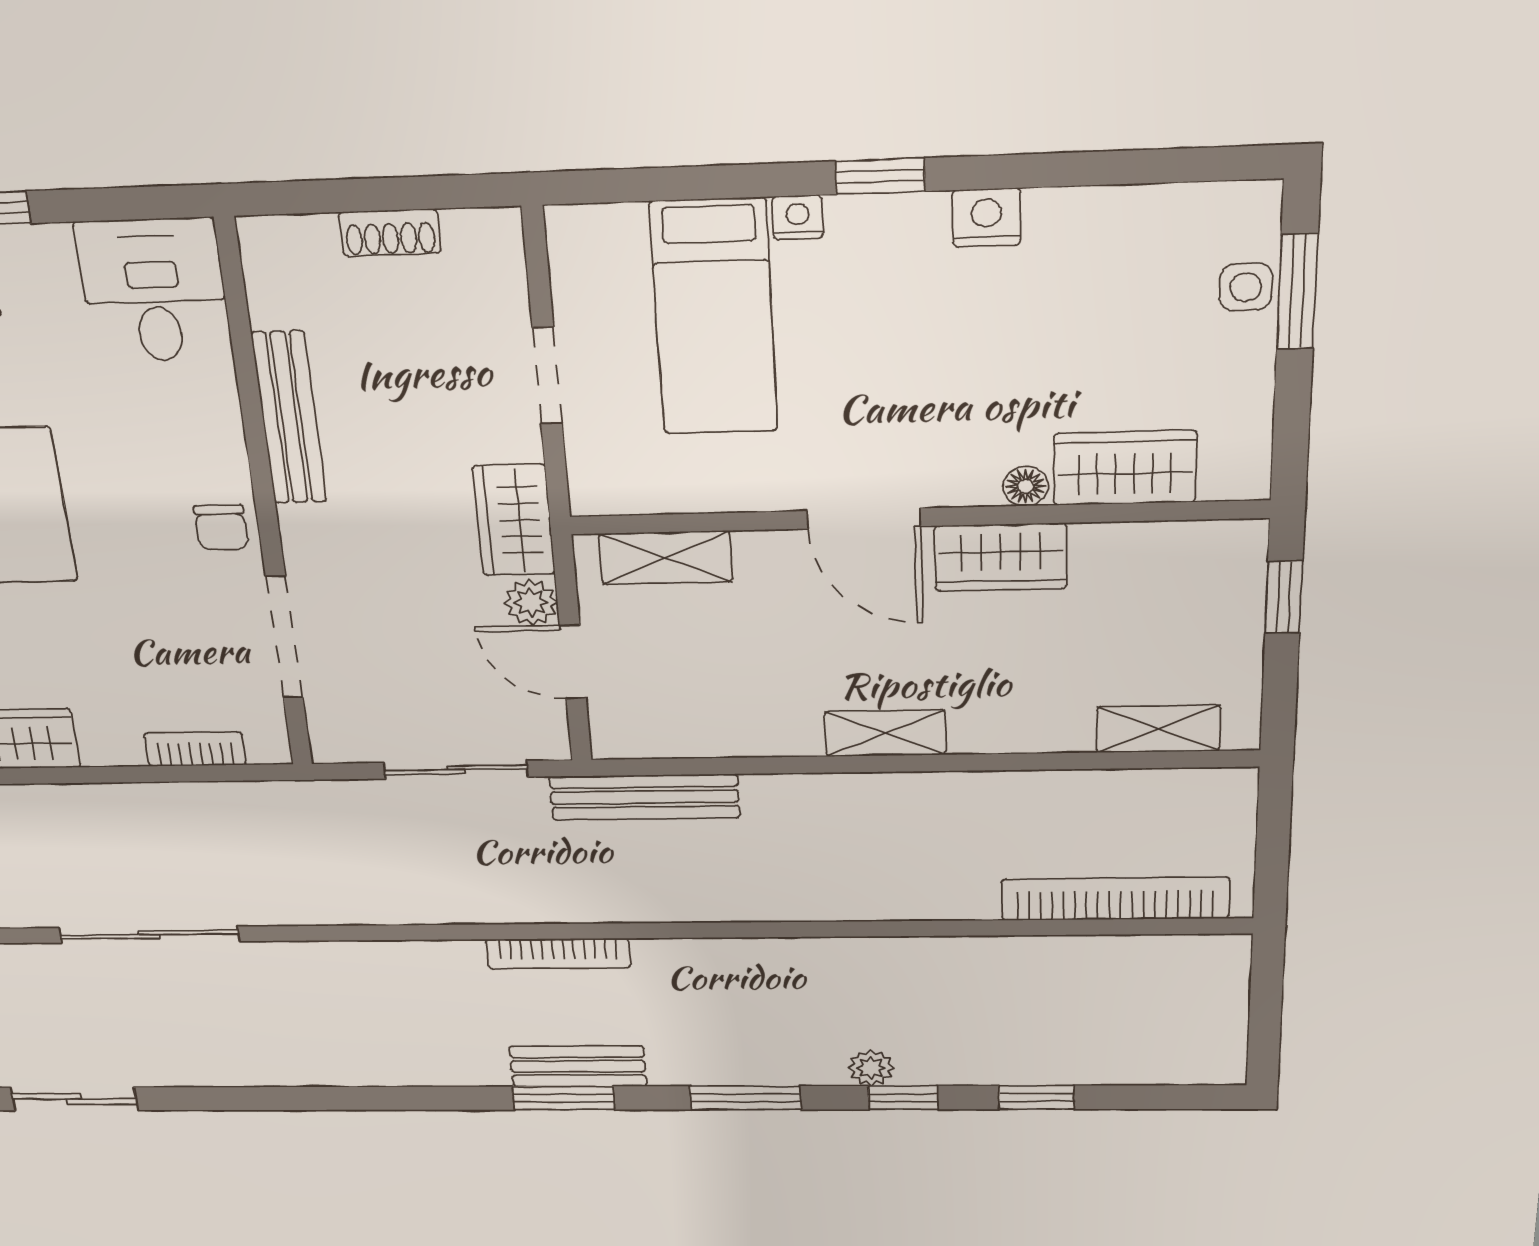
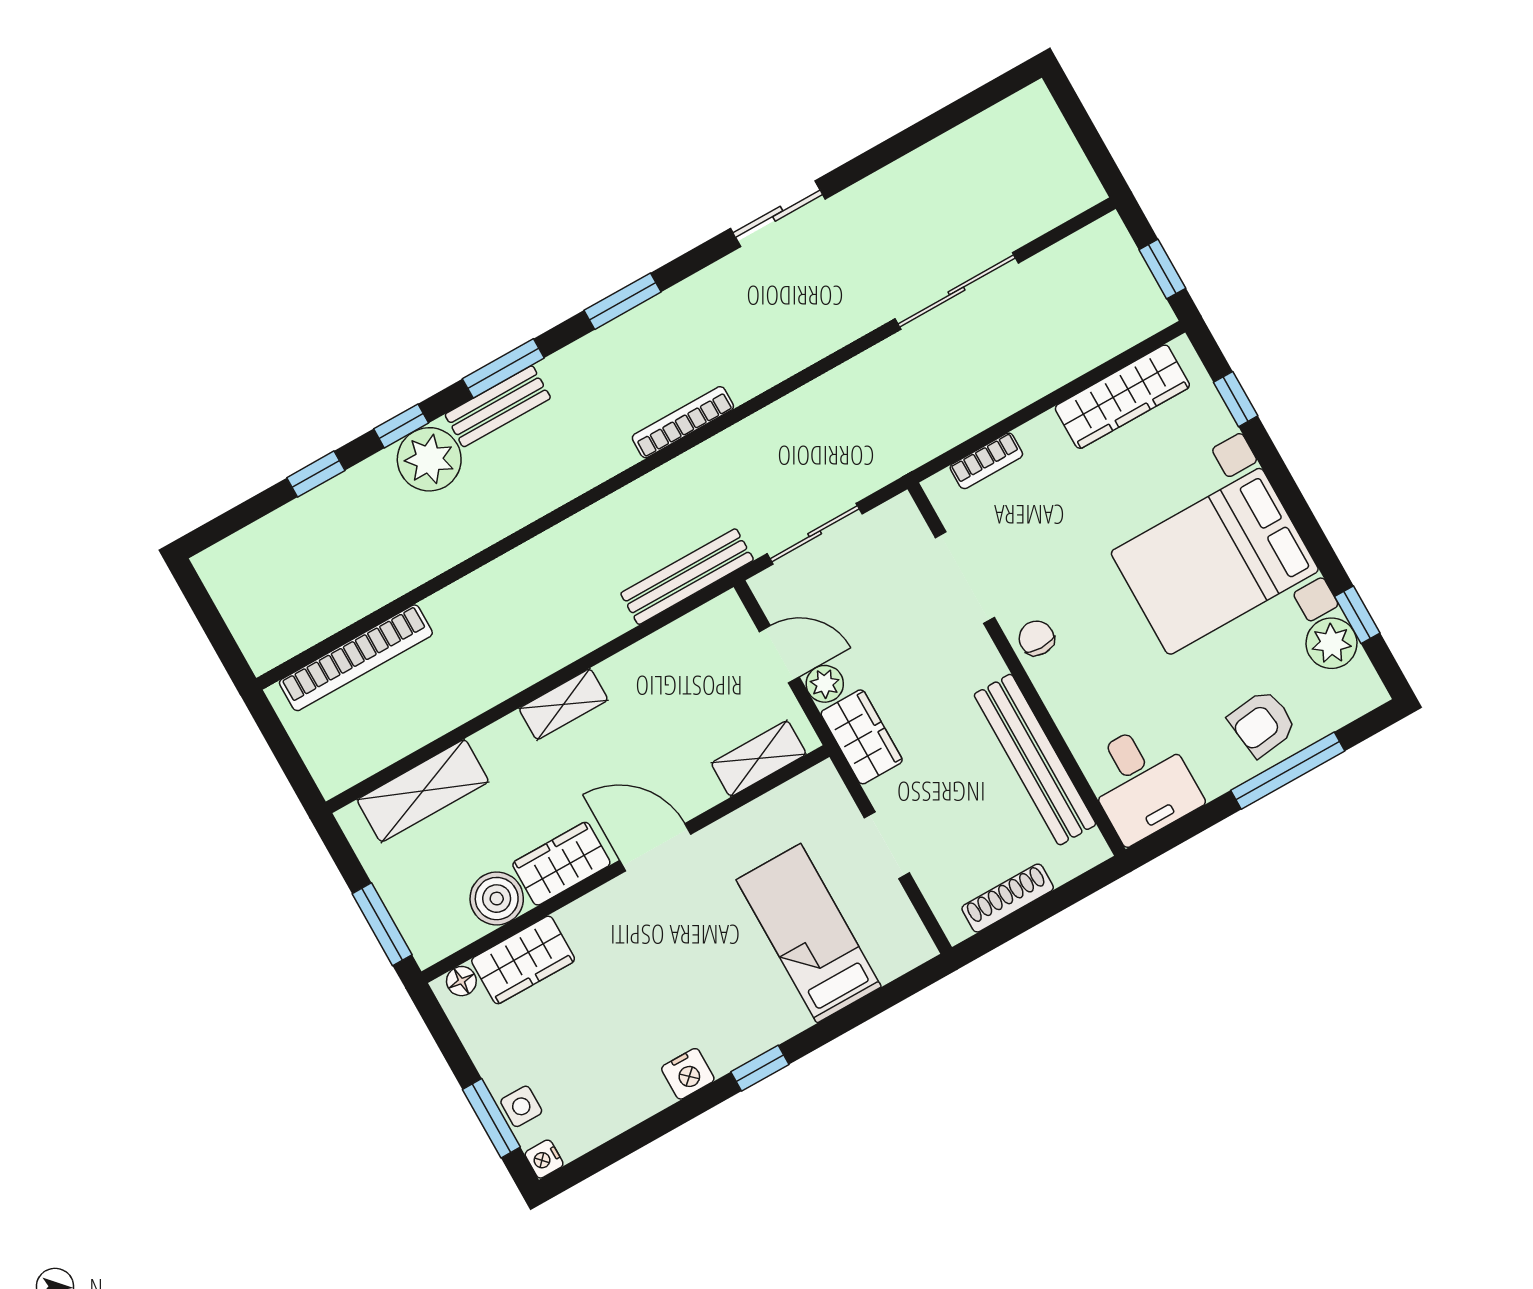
nightstand: (798, 217) -> (544, 1159), moved, turned 90
shoe rack: (390, 233) -> (1008, 898), width x1.43
bench: (289, 418) -> (1035, 760), width x1.37, depth x1.21
floor lamp: (1026, 486) -> (461, 981), moved
boiler: (1113, 557) -> (497, 899), added
window: (1284, 597) -> (382, 924), width x1.50
shelving: (1158, 729) -> (423, 791), width x1.50, depth x1.33
bench: (578, 1066) -> (498, 406), moved
plant: (871, 1068) -> (429, 459), width x1.88, depth x1.88
sliding door: (74, 1099) -> (778, 214), moved

